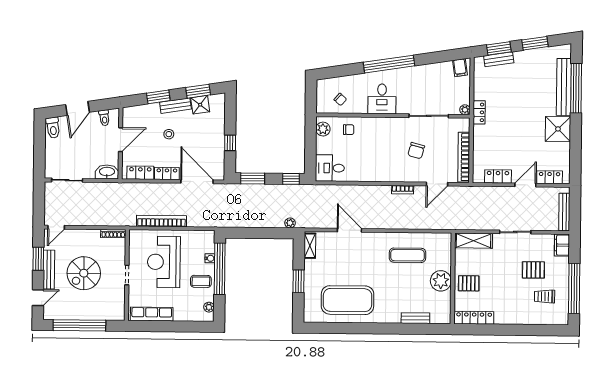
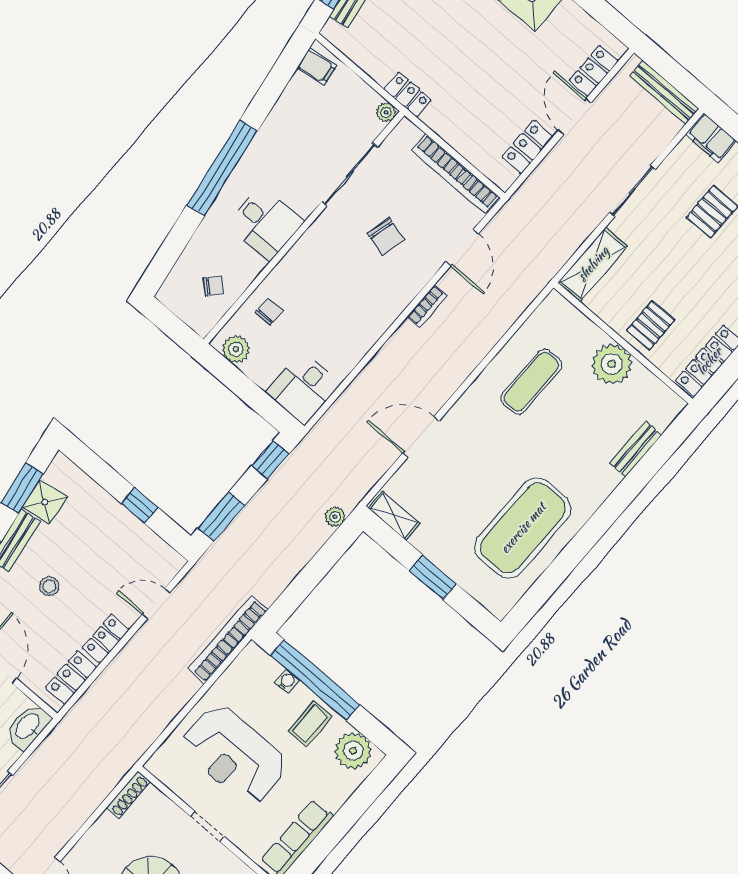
door: (197, 182) -> (156, 604), width x0.53
bookcase: (161, 221) -> (228, 639), moved
plant: (209, 307) -> (353, 751), width x1.88, depth x1.88

